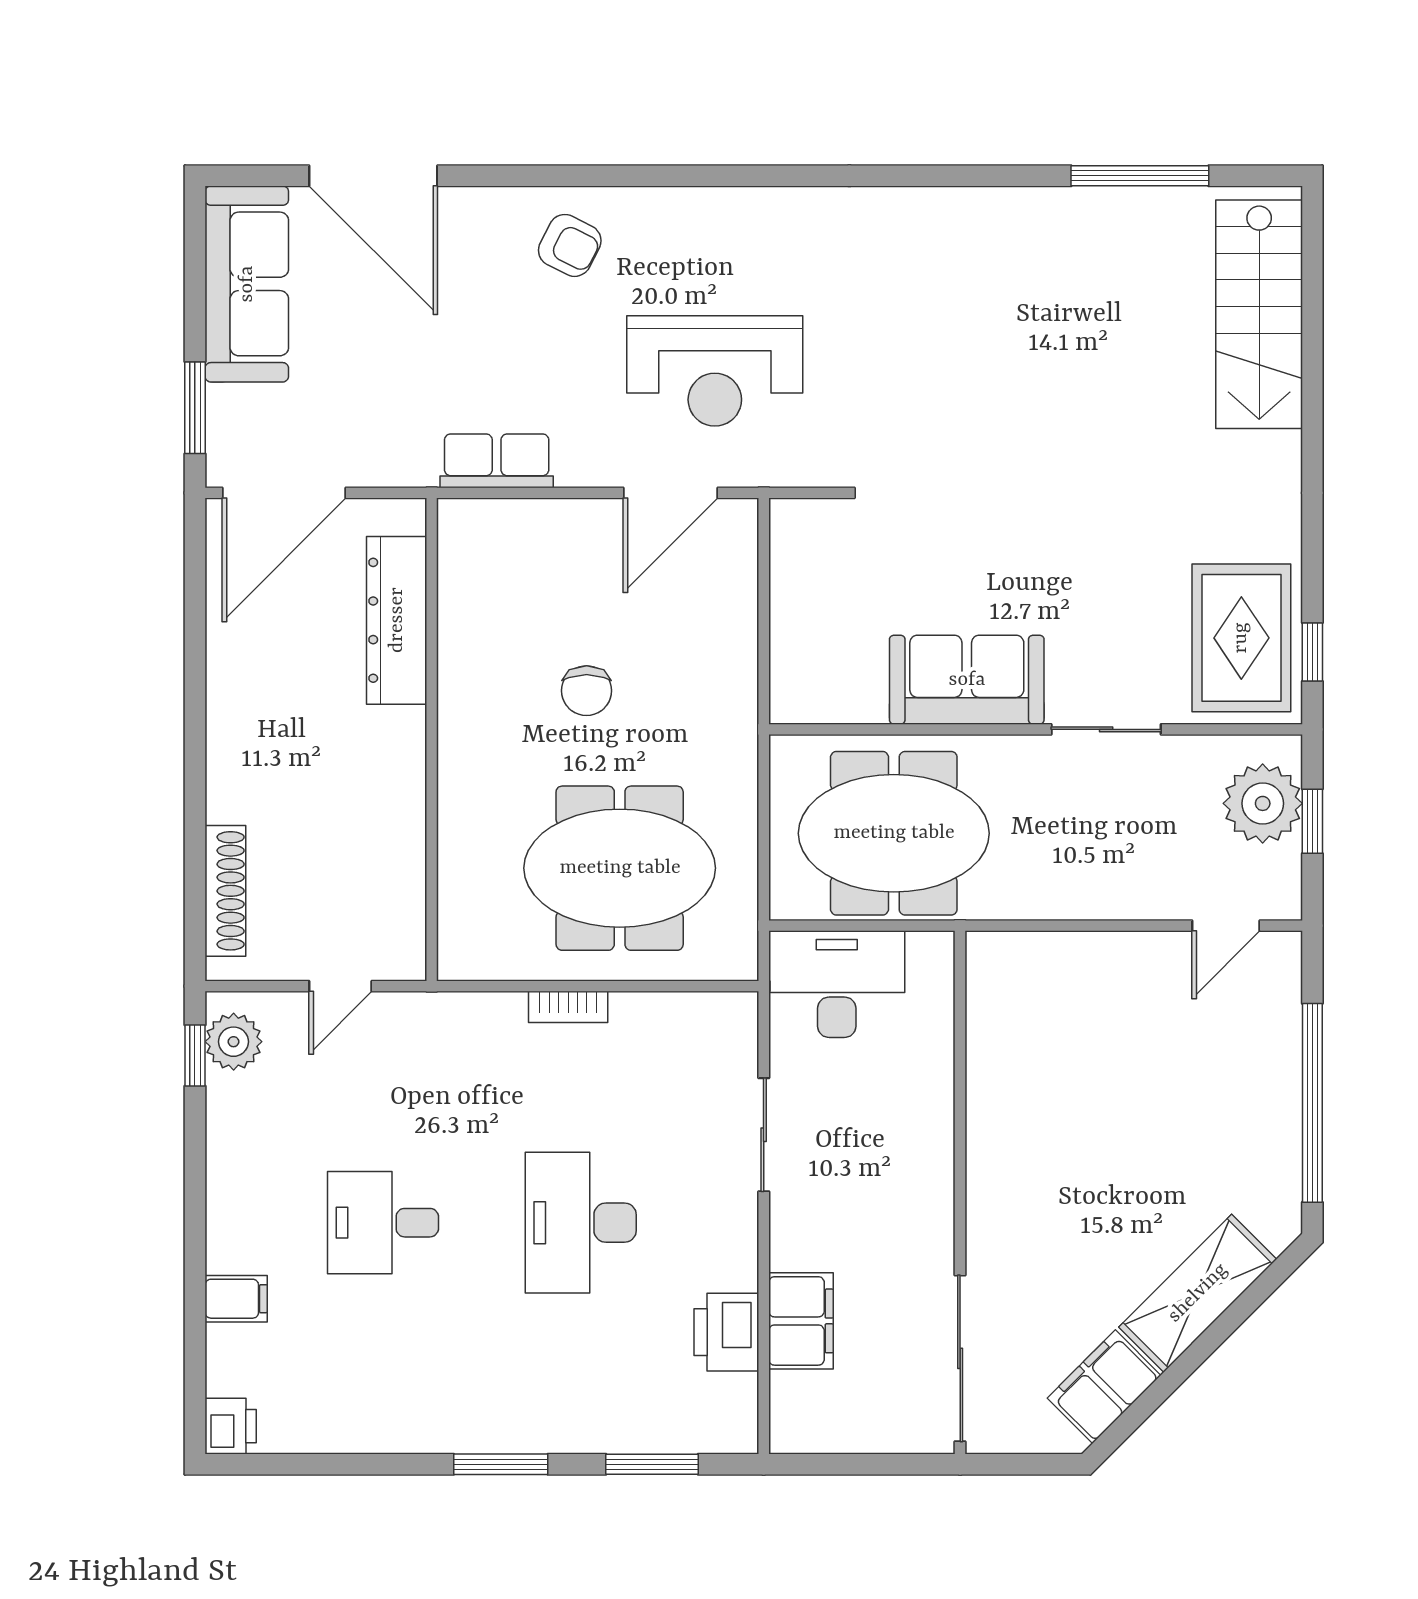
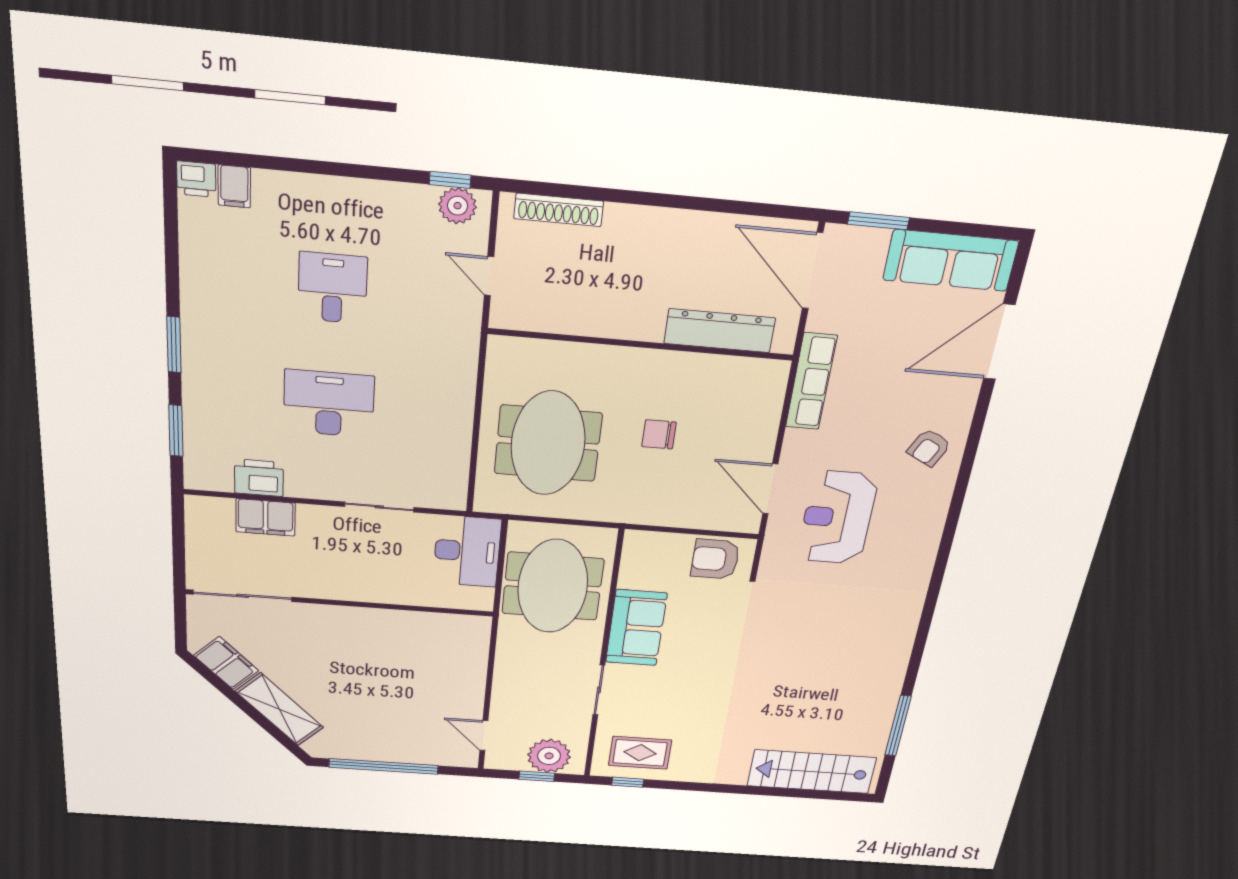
row of seats: (497, 461) -> (811, 381), width x1.48
armchair: (815, 563) -> (715, 559), added
rug: (1241, 638) -> (640, 753), width x0.73, depth x0.70
bookcase: (568, 1007) -> (465, 408), removed
filing cabinet: (236, 1299) -> (234, 186), moved

